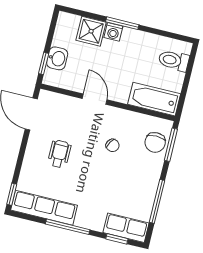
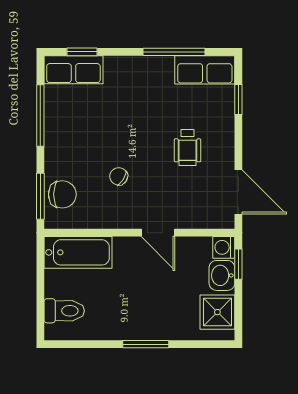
shower: (91, 31) -> (217, 312), moved
washing machine: (113, 32) -> (224, 247), moved, turned -90
chair: (155, 142) -> (62, 194), turned 90
window: (12, 194) -> (238, 99), moved
row of seats: (44, 208) -> (205, 70), width x0.68
window: (68, 227) -> (174, 52), moved

